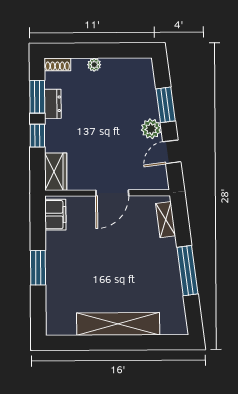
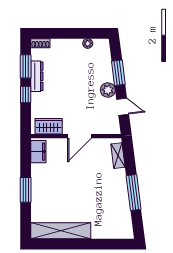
plant: (94, 65) -> (88, 43), moved
dresser: (53, 104) -> (37, 76), width x1.44
door: (172, 152) -> (123, 107), swing flipped
wardrobe: (56, 172) -> (49, 126), moved, turned -90
shelving: (118, 324) -> (61, 231), moved

